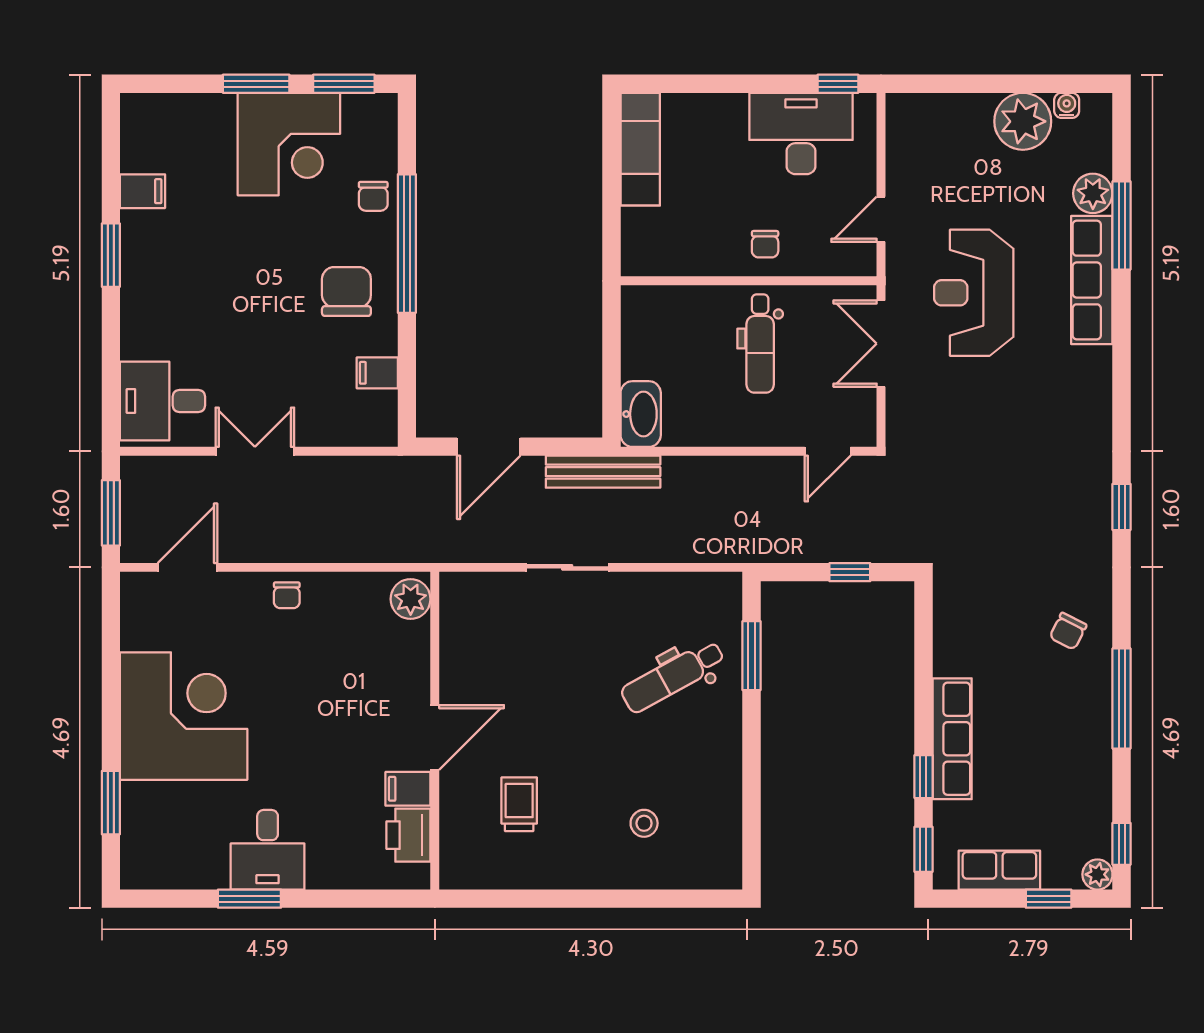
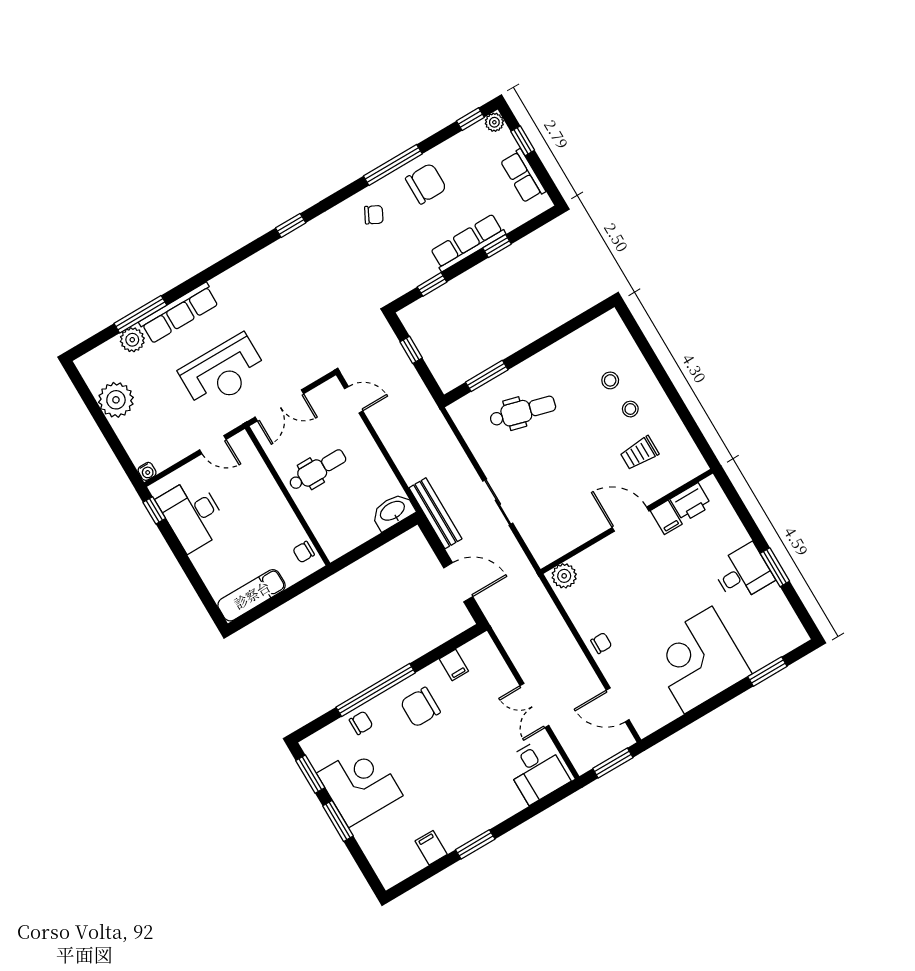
water cooler: (1067, 105) -> (147, 471), moved, turned -90
chair: (765, 244) -> (304, 552), moved, turned 180
dental chair: (673, 676) -> (523, 411), turned -46
chair: (1068, 729) -> (426, 184), added
stool: (588, 828) -> (630, 409), added
window: (923, 849) -> (432, 284), moved

